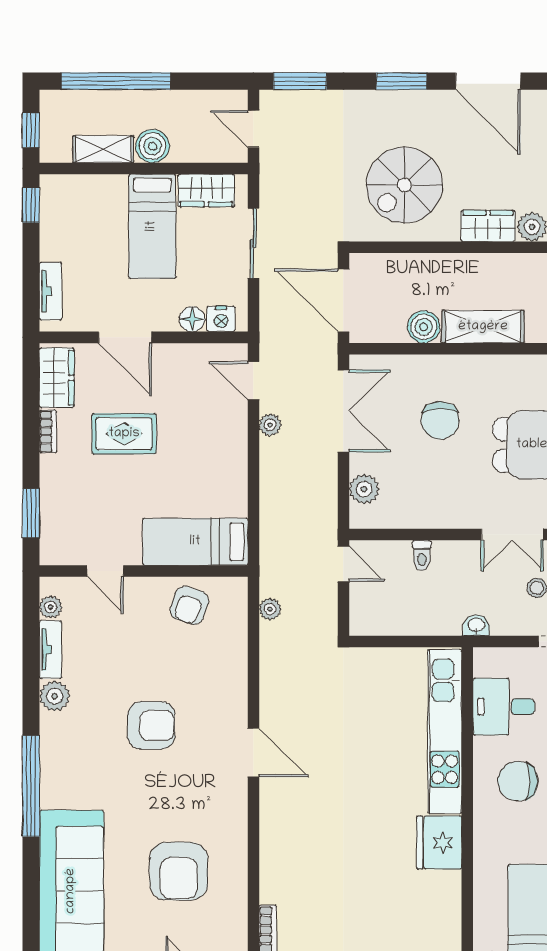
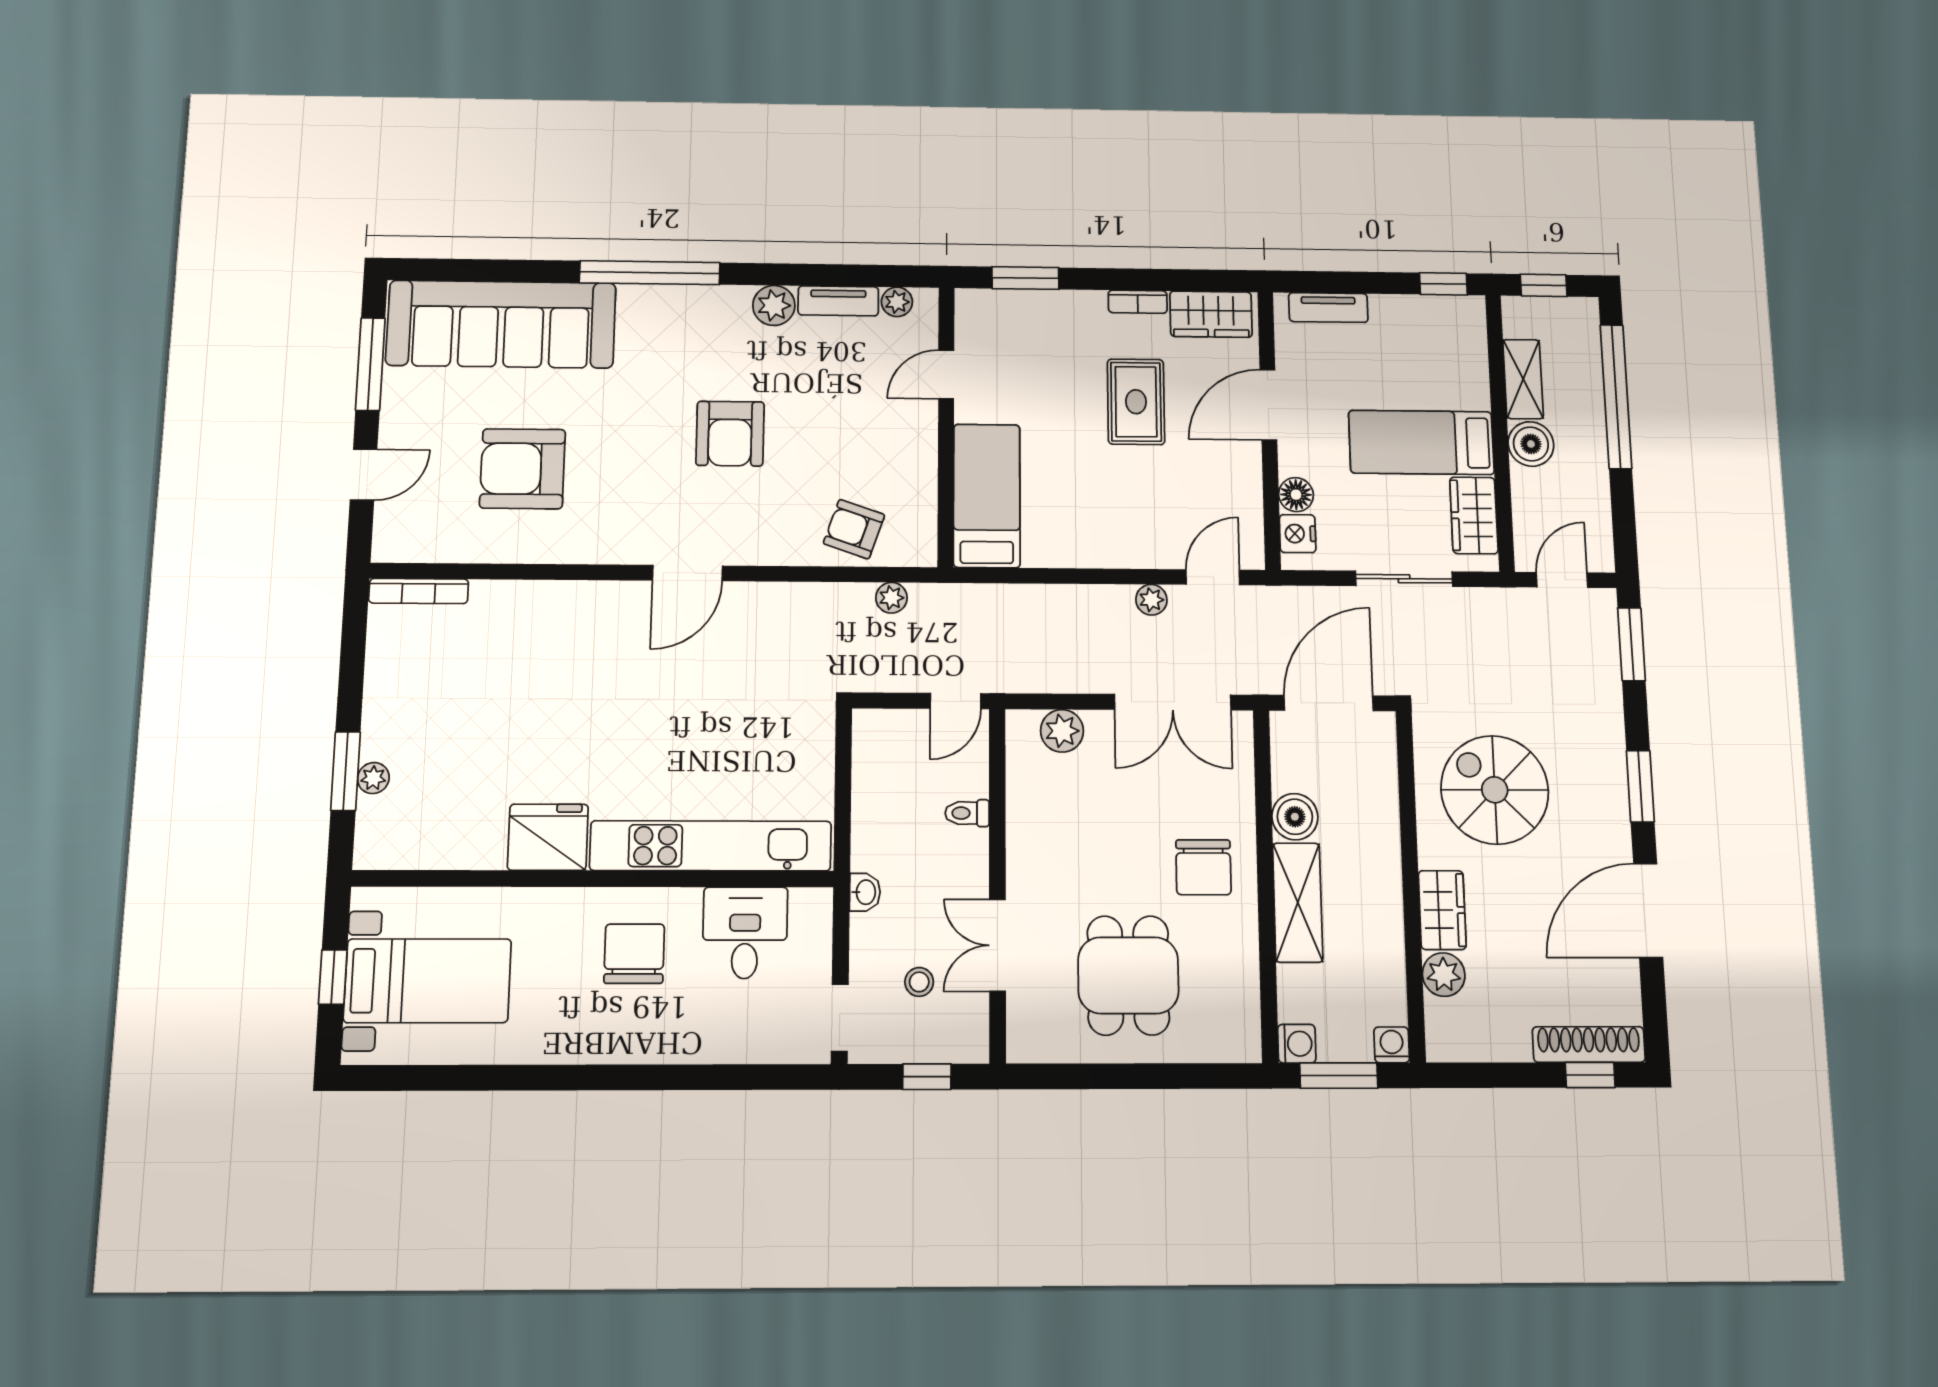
chair: (440, 420) -> (1203, 867), moved, turned -90
armchair: (189, 605) -> (854, 529), moved

